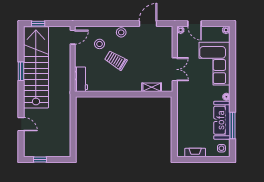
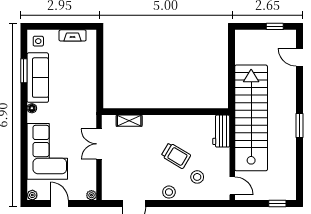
door: (195, 24) -> (59, 204), moved
door: (73, 37) -> (232, 186), swing flipped
stairs: (36, 67) -> (251, 118), moved, turned 180
window: (21, 71) -> (299, 125), moved
door: (21, 124) -> (299, 57), moved
window: (233, 125) -> (24, 71), width x0.69

